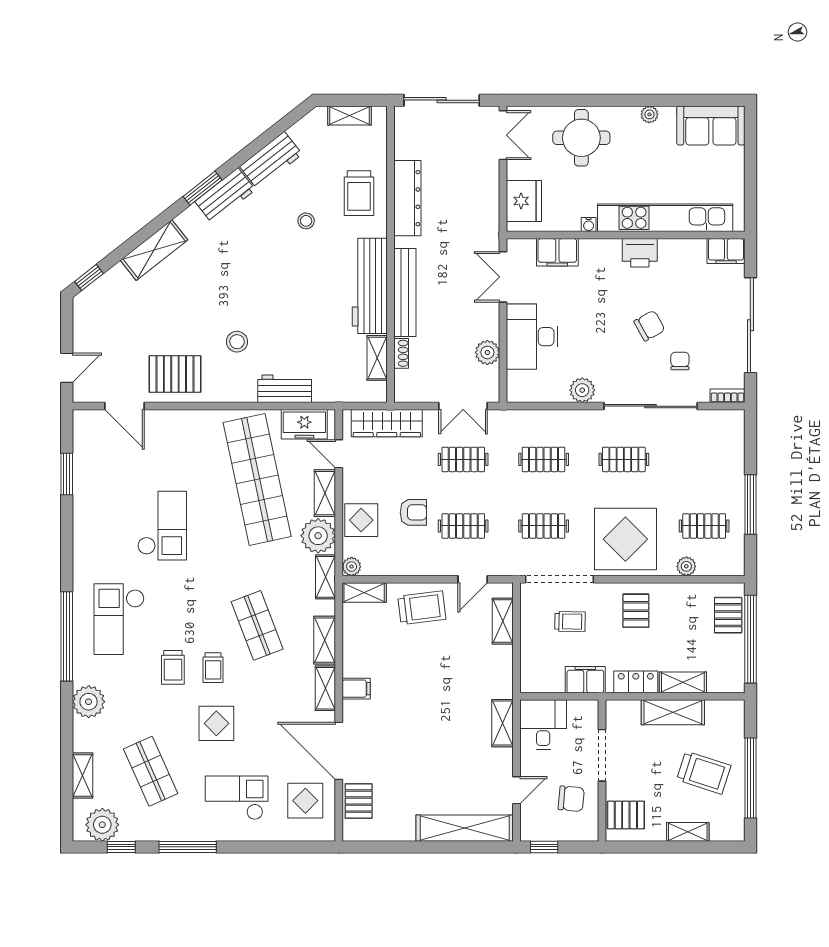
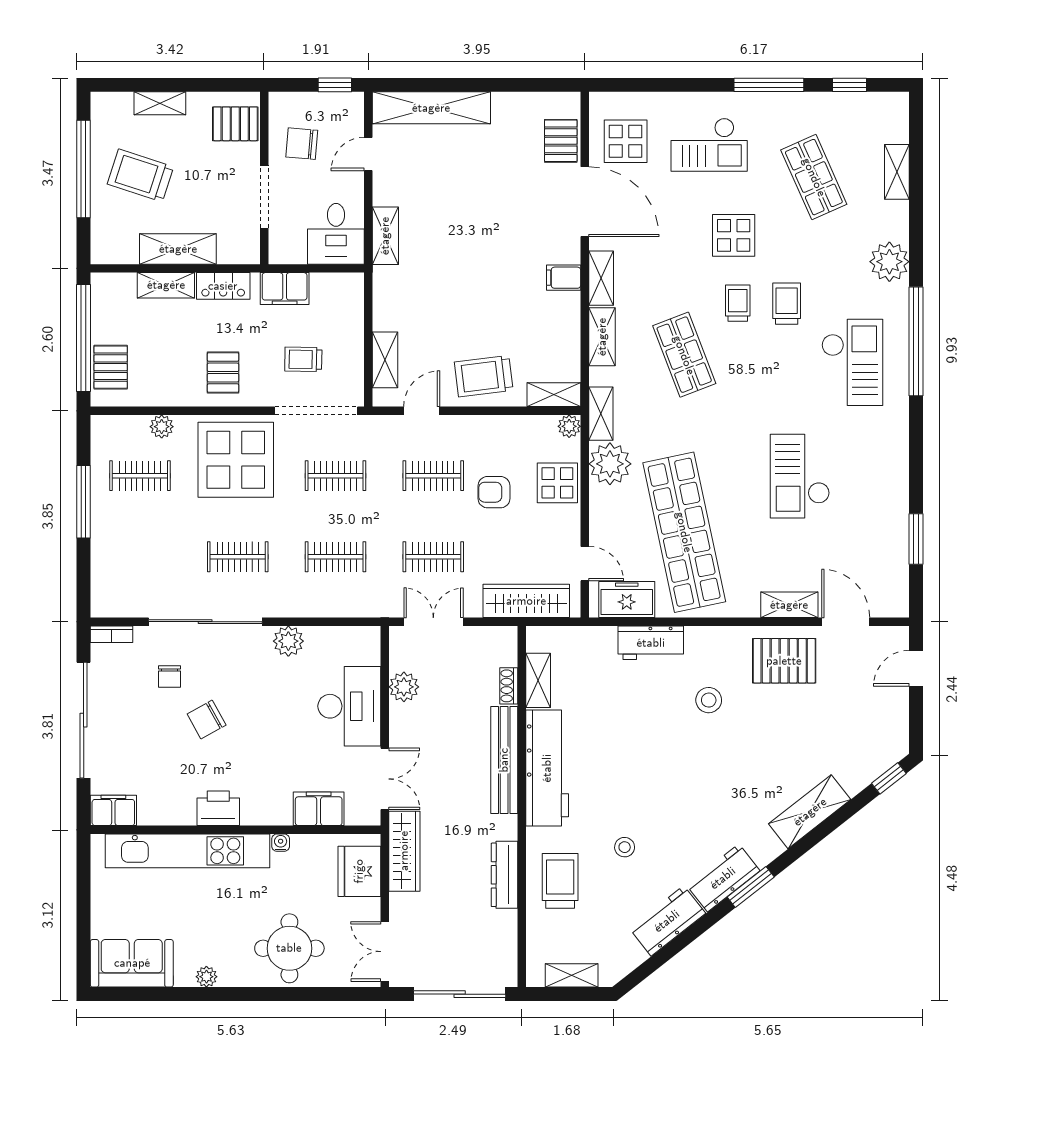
dresser: (407, 198) -> (504, 875), width x0.73, depth x0.80
wardrobe: (487, 217) -> (404, 851), added
shelving: (325, 493) -> (789, 605), moved, turned 90
plant: (102, 825) -> (873, 112), removed

